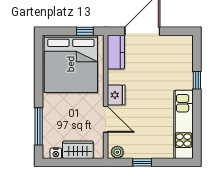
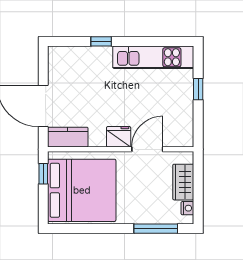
plant: (117, 152) -> (186, 135), removed
window: (142, 162) -> (198, 89), moved

